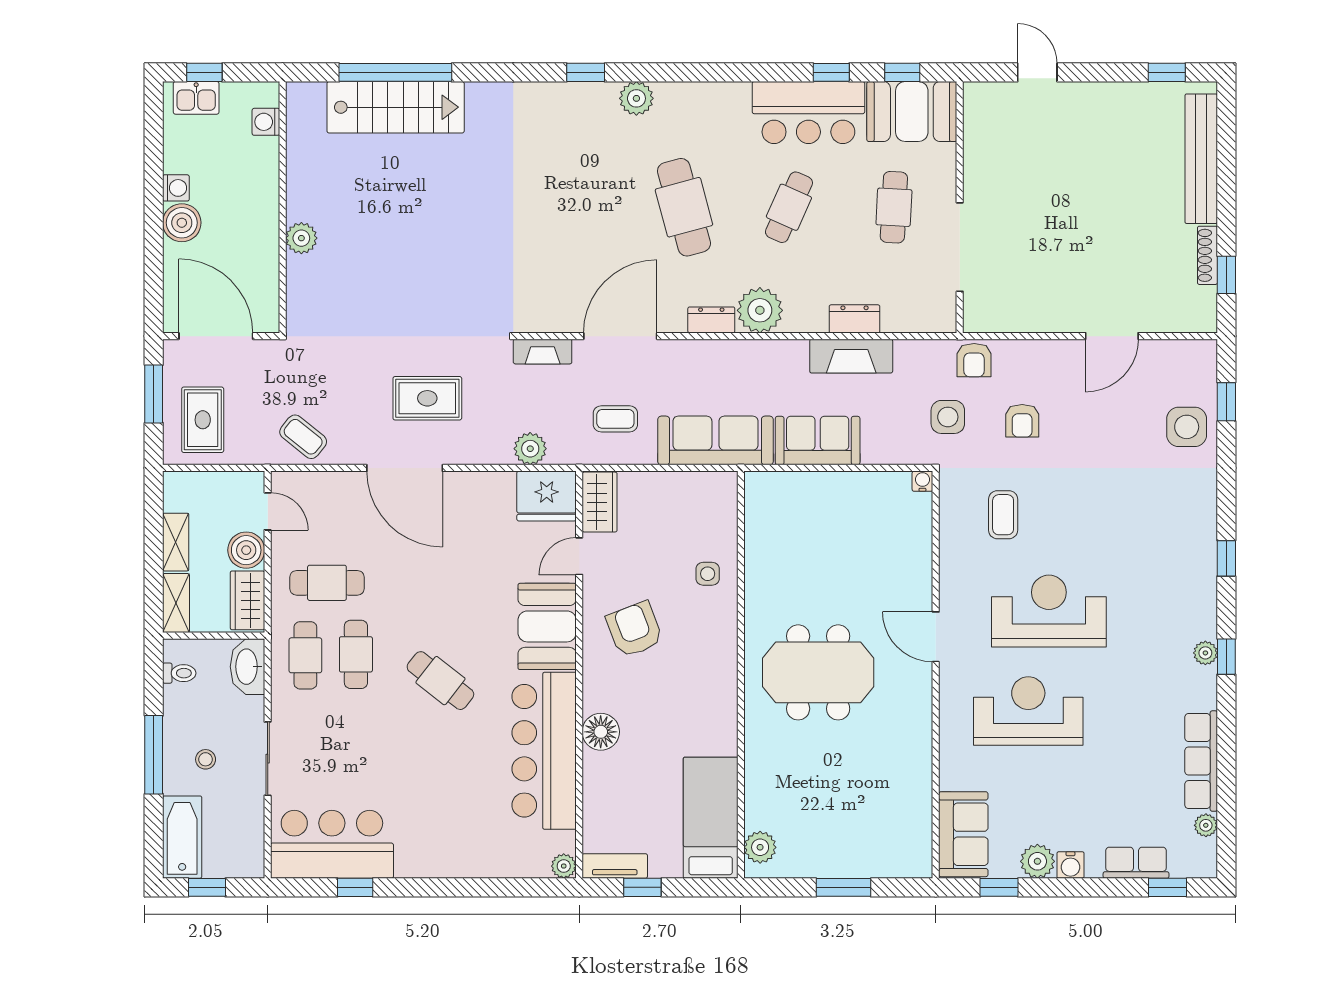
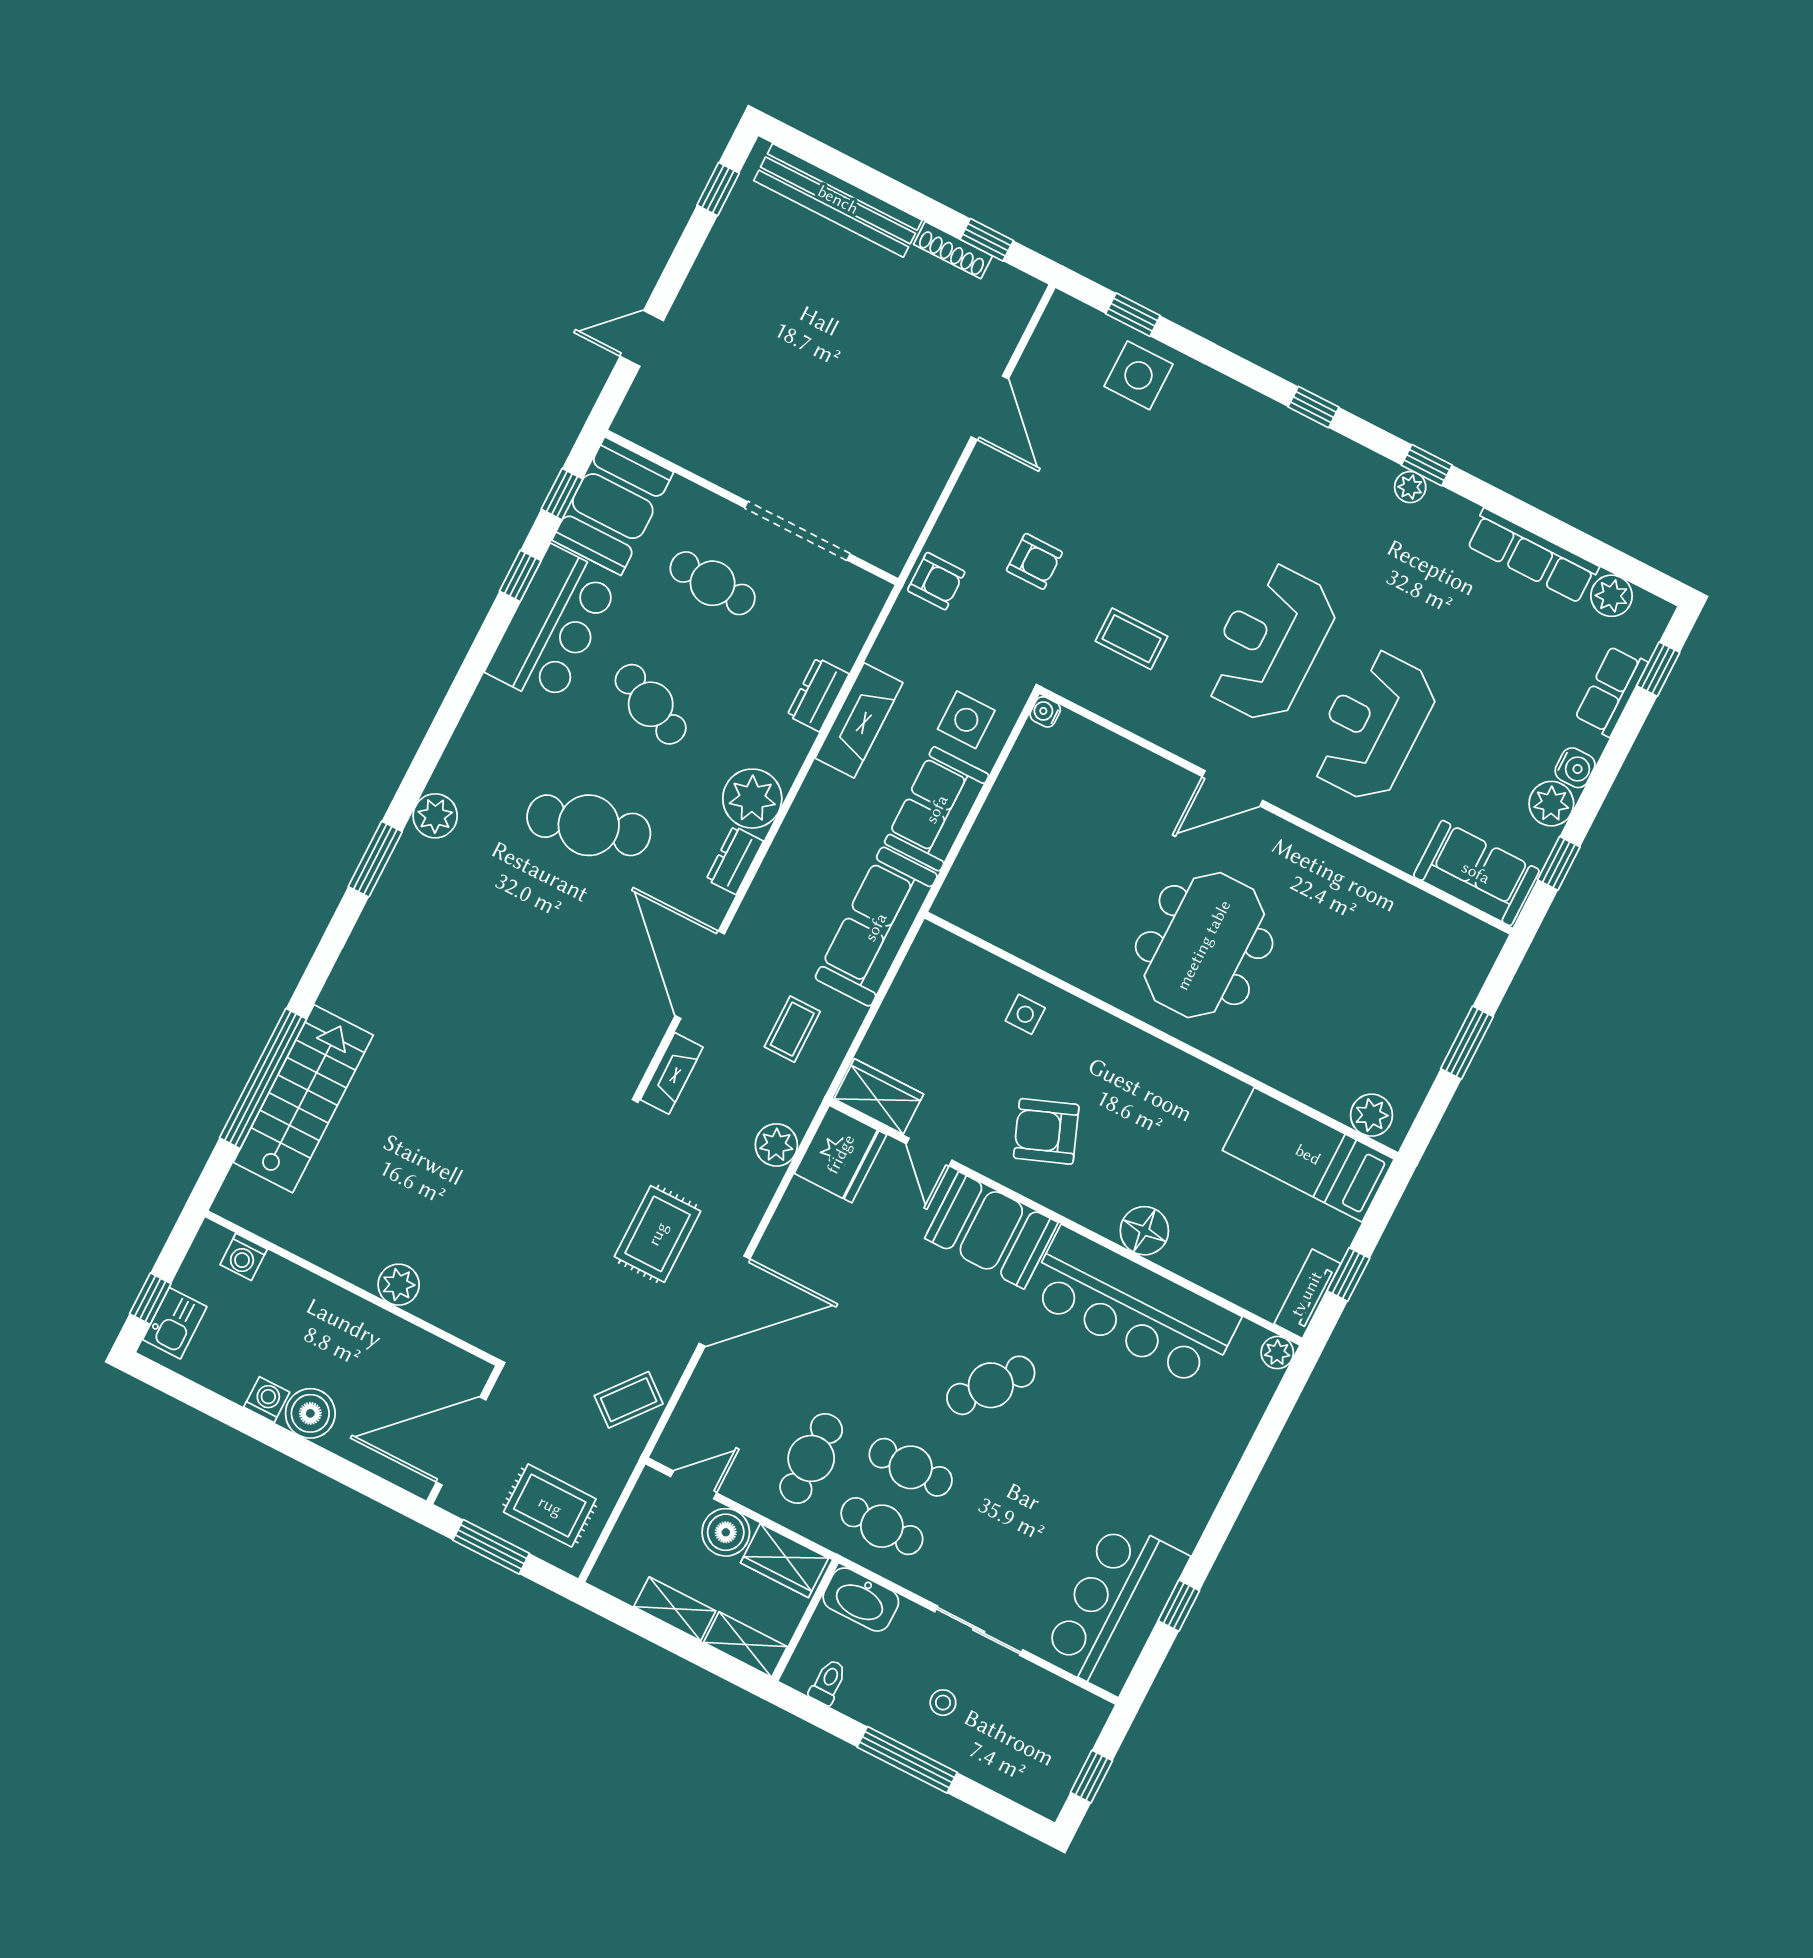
window: (586, 72) -> (375, 859), width x1.50
side table: (948, 417) -> (966, 720), moved
plant: (1206, 825) -> (1612, 596), width x1.38, depth x1.38
bathtub: (182, 837) -> (1019, 1775), removed

